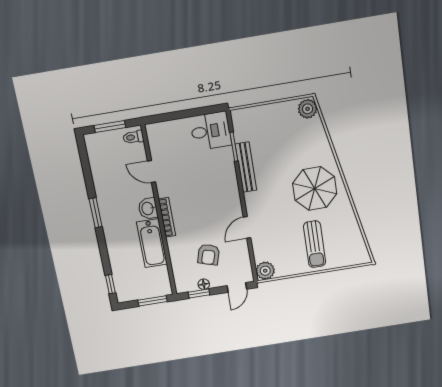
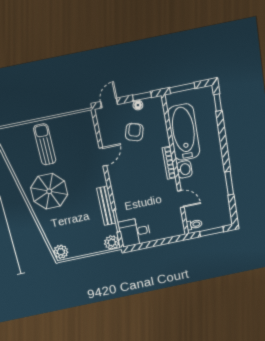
window: (96, 213) -> (229, 183), moved
bathtub: (152, 243) -> (184, 132), width x1.36, depth x1.36
plant: (265, 271) -> (112, 243), moved

